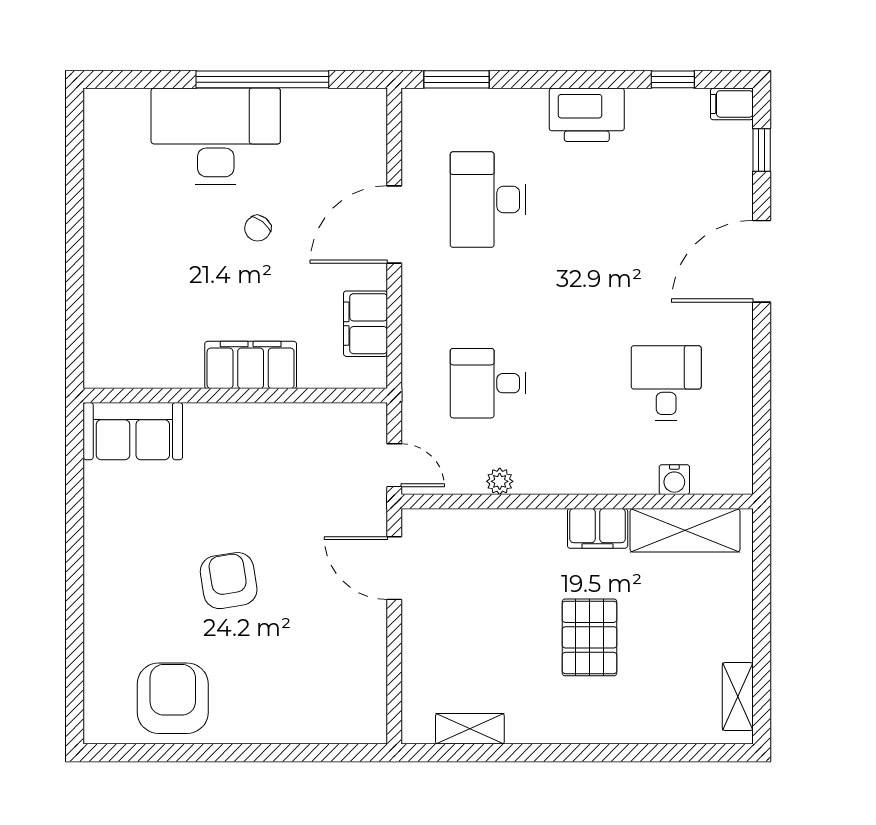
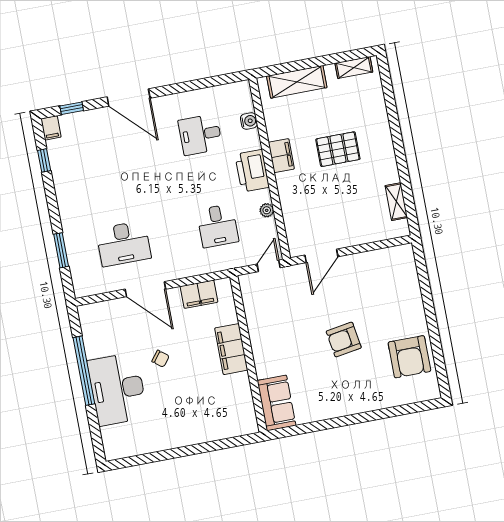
window: (456, 79) -> (61, 250), moved
printer: (587, 115) -> (252, 171), moved, turned 180
shelving: (685, 530) -> (297, 82), moved, turned 90
armchair: (173, 698) -> (409, 357), turned -90

